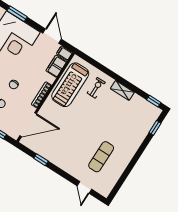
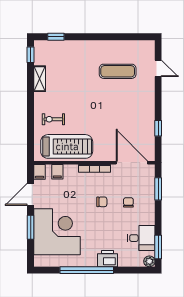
window: (17, 14) -> (31, 227), moved
filing cabinet: (56, 66) -> (57, 172), width x0.50
shelving: (122, 90) -> (40, 79), moved
door: (84, 187) -> (158, 68), hinge flipped

